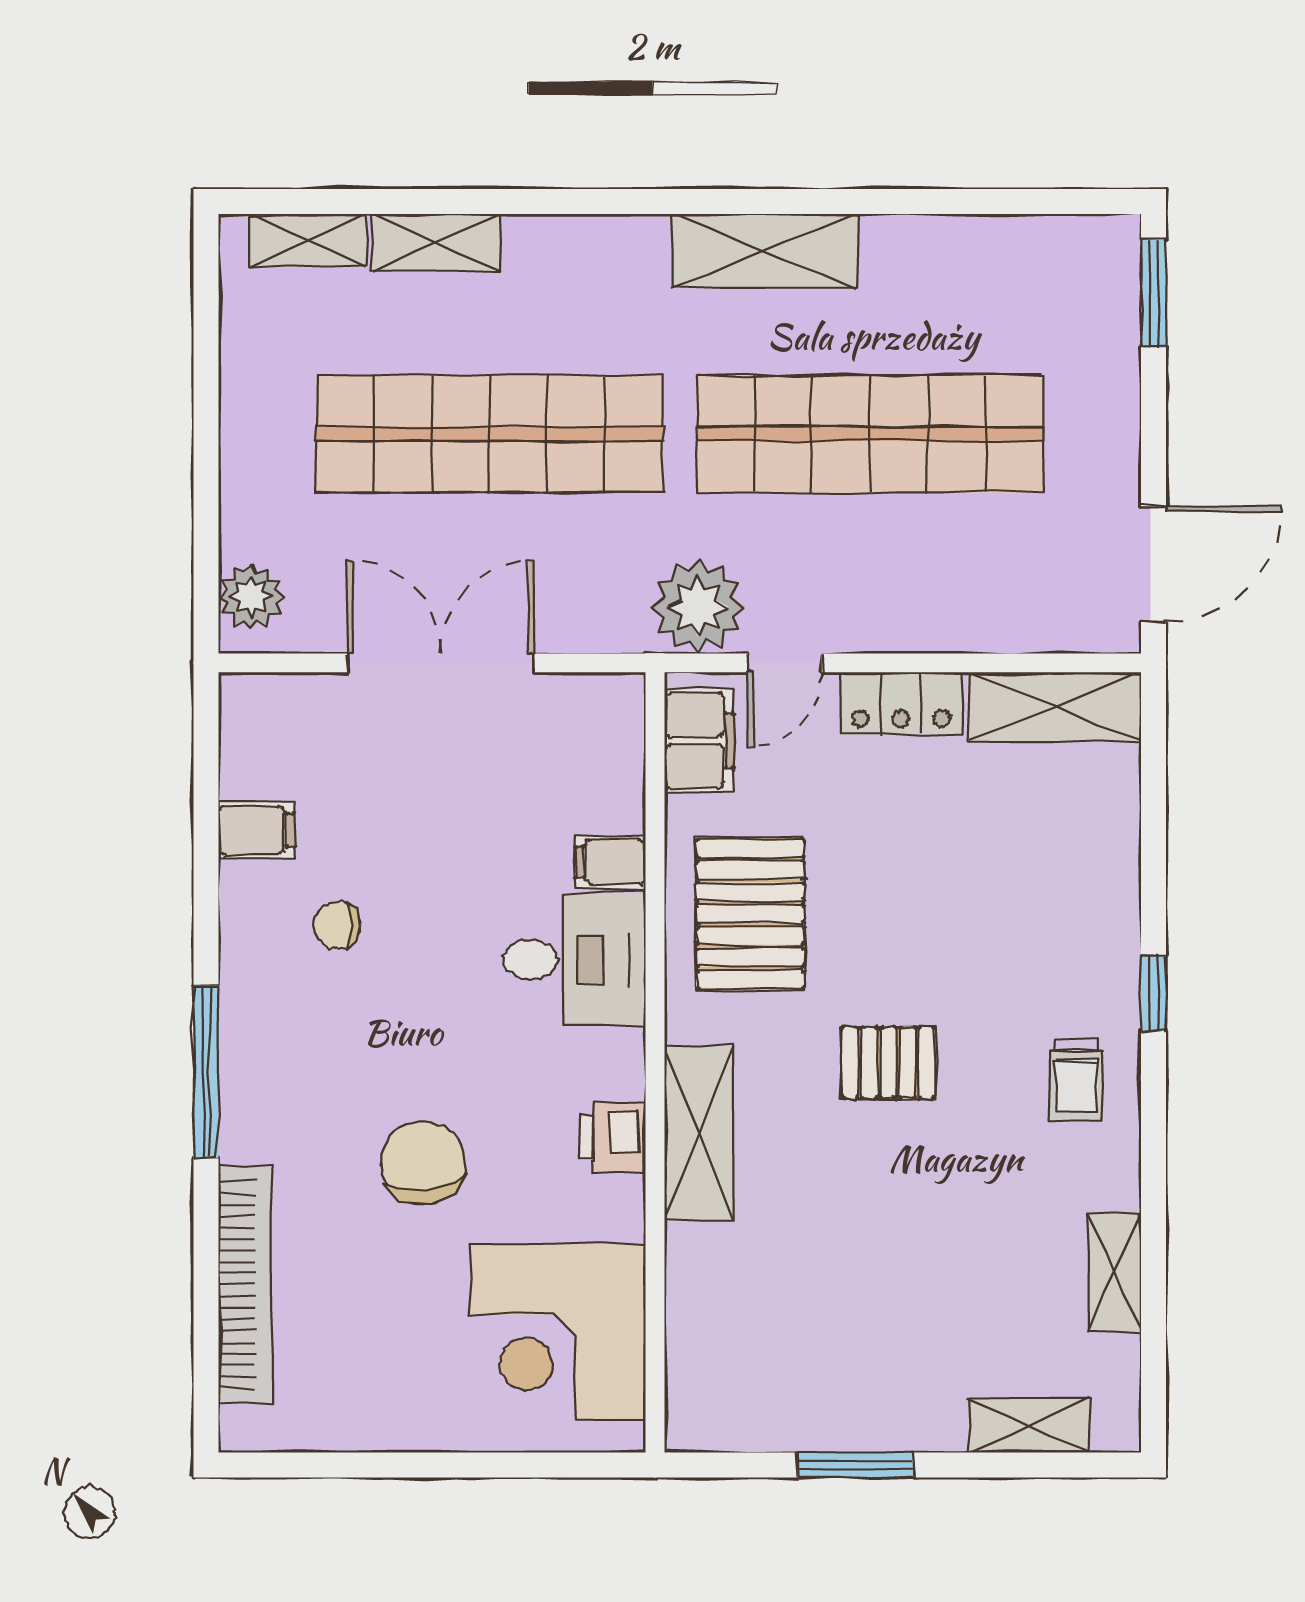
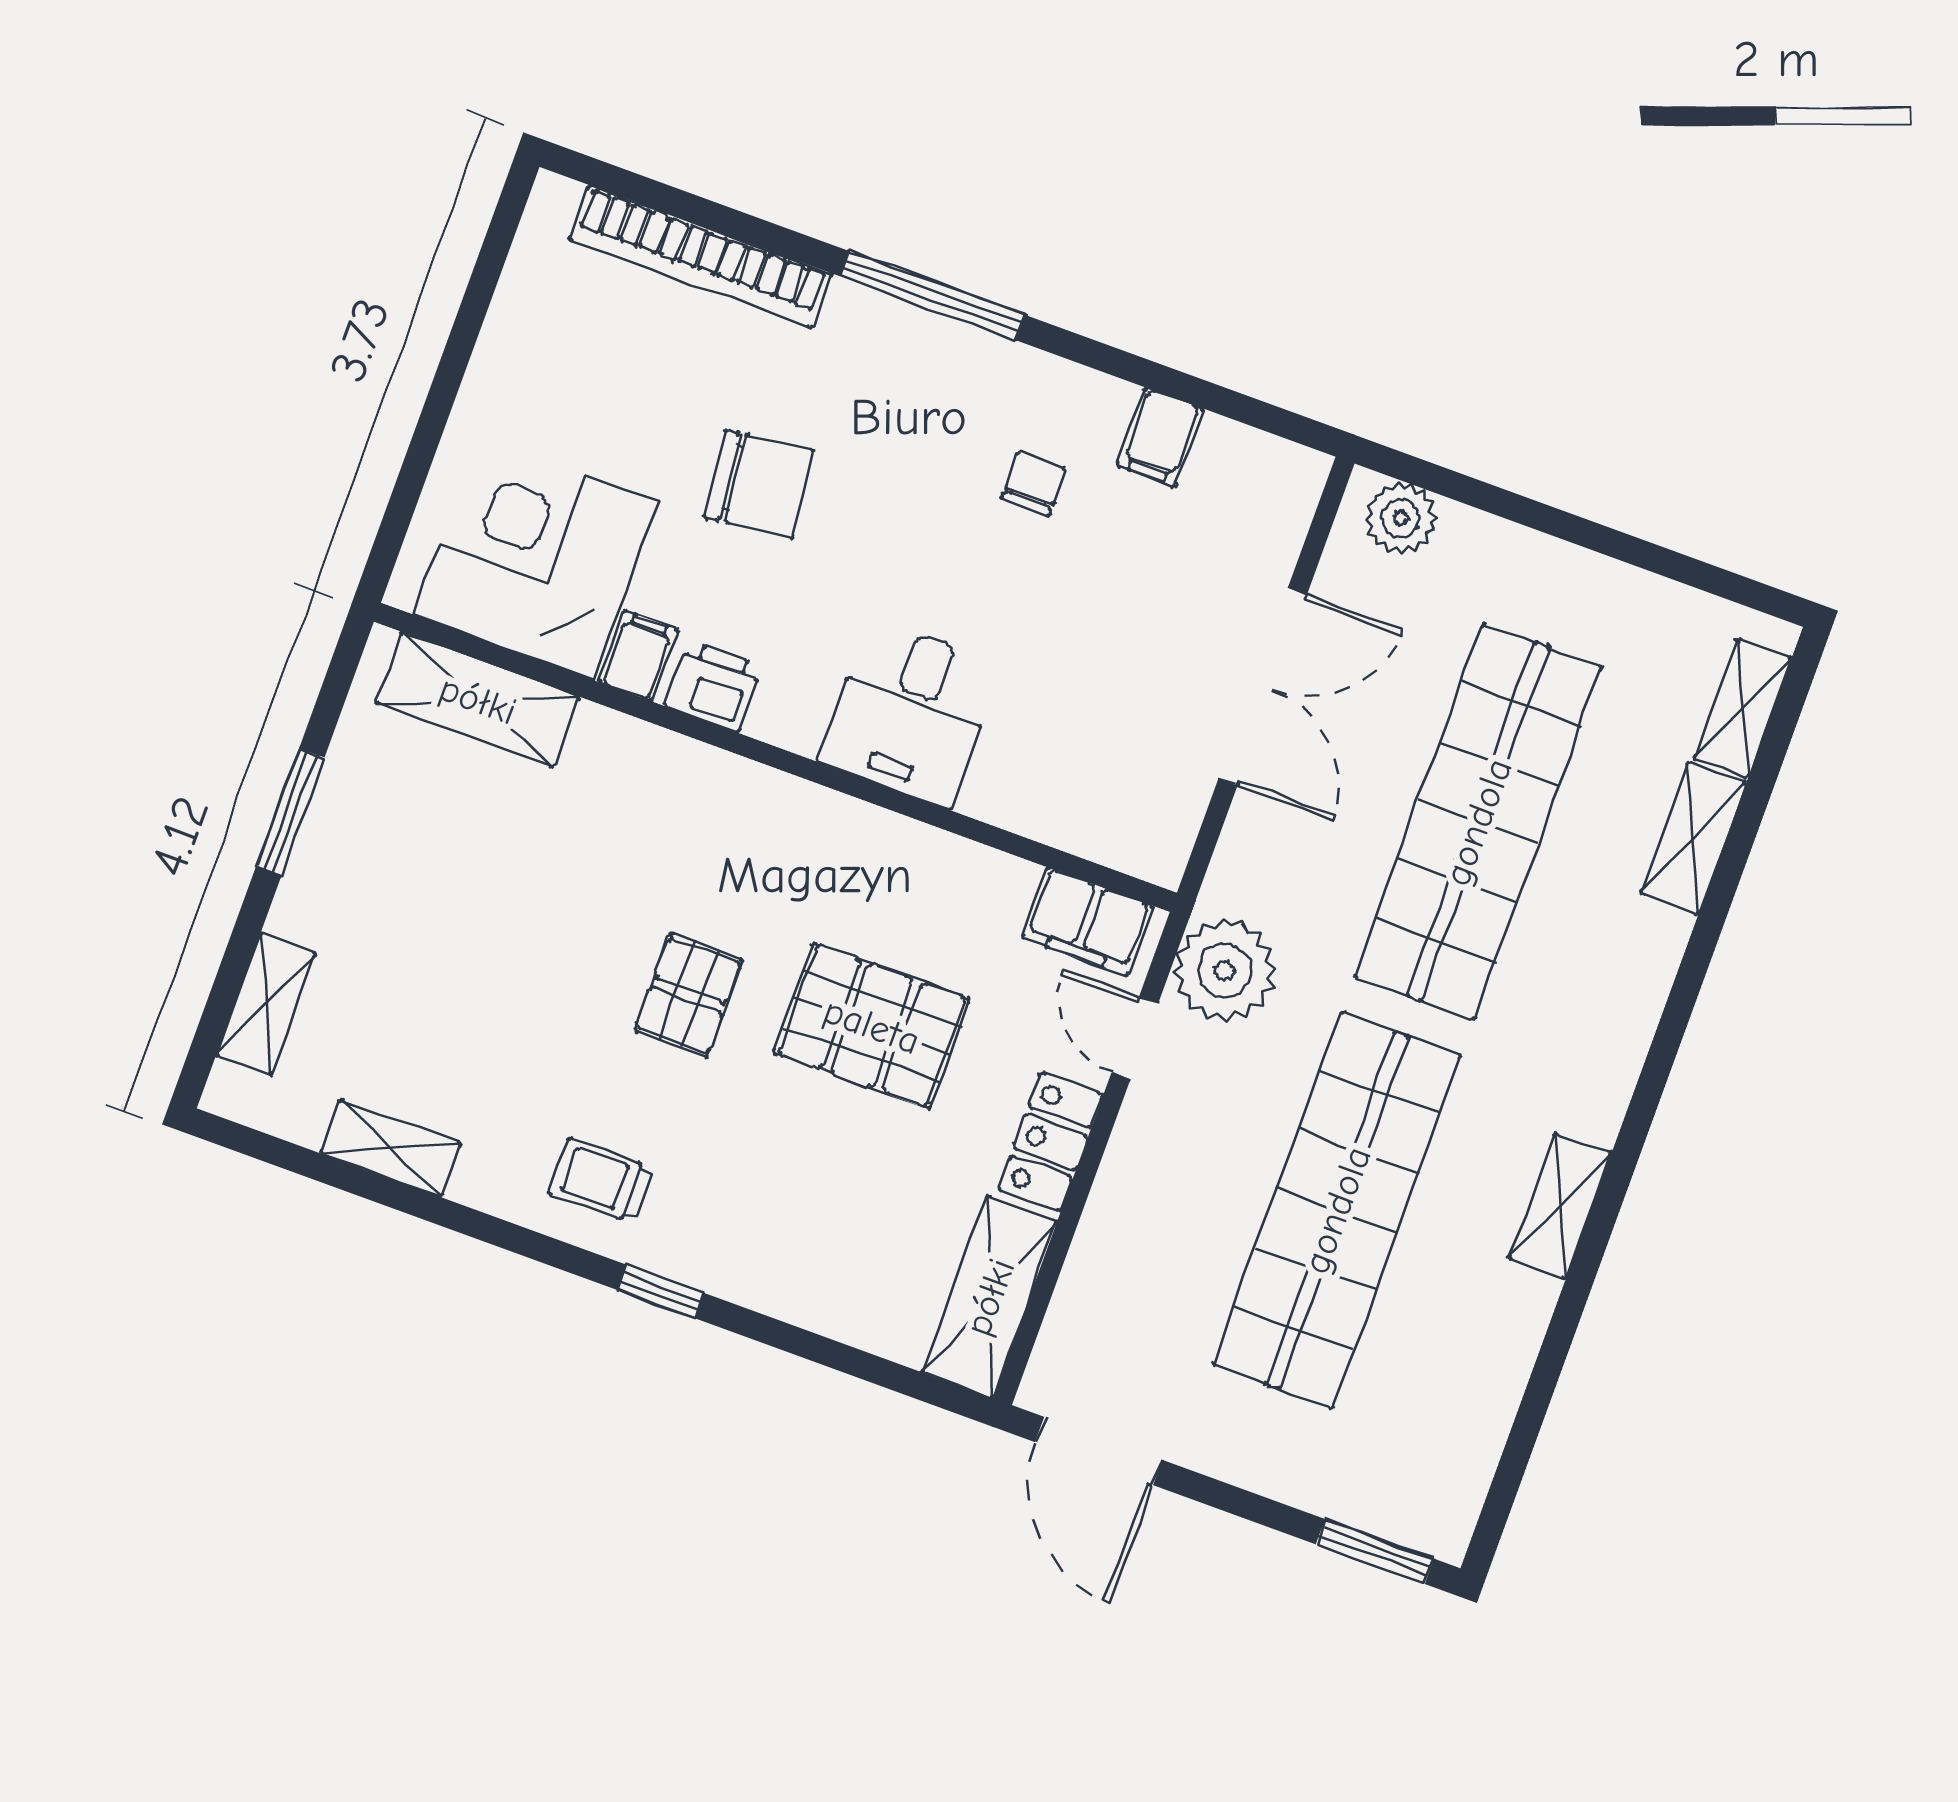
shelving: (765, 251) -> (1560, 1206), width x0.67, depth x0.75
filing cabinet: (611, 862) -> (638, 656), moved
pallet: (750, 914) -> (872, 1026), moved
shelving: (699, 1133) -> (478, 700), moved

